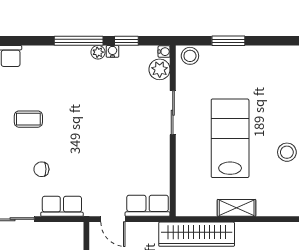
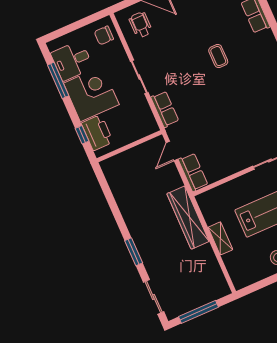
chair: (41, 169) -> (185, 82), removed

